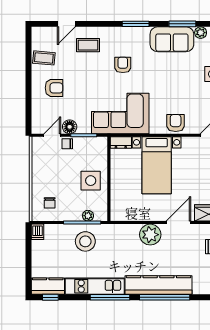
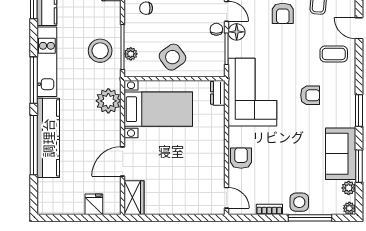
coffee table: (88, 45) -> (334, 54), turned 90
armchair: (176, 123) -> (241, 158), turned -90
bed with nightstands: (157, 165) -> (158, 109), moved, turned 180
side table: (91, 181) -> (172, 57), turned -36
door: (178, 223) -> (123, 161), swing flipped
plant: (150, 235) -> (108, 101), moved

